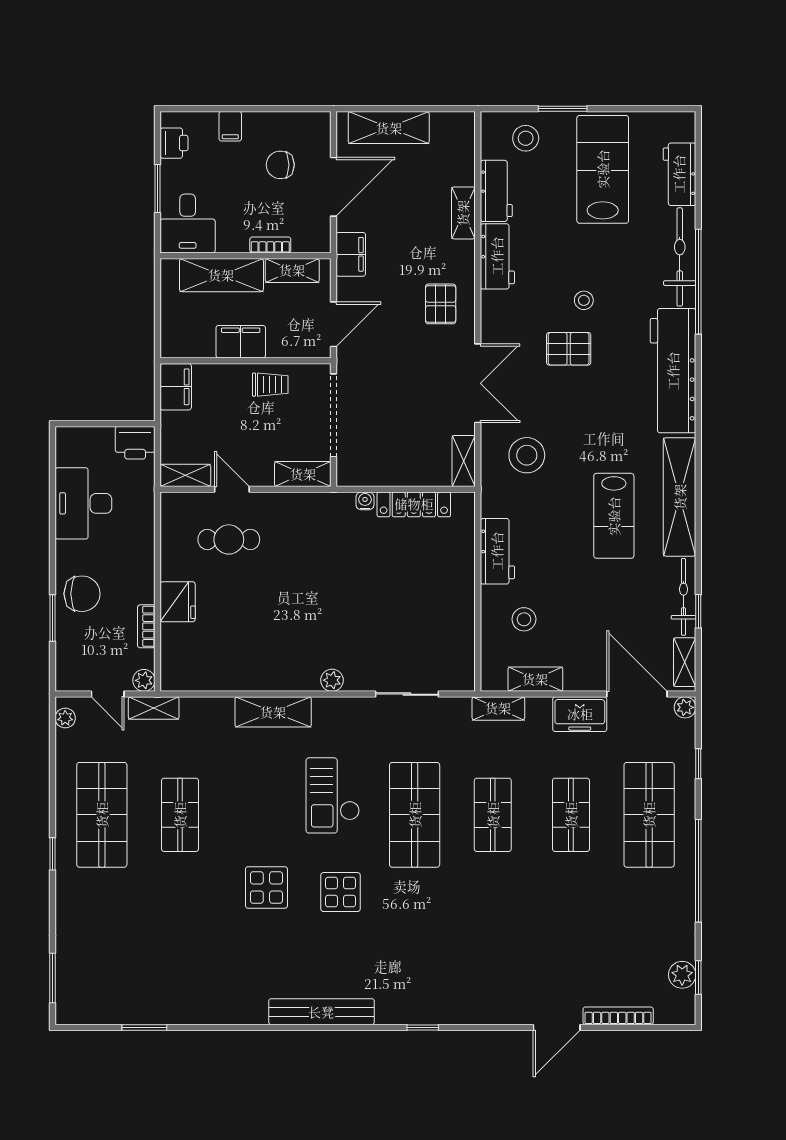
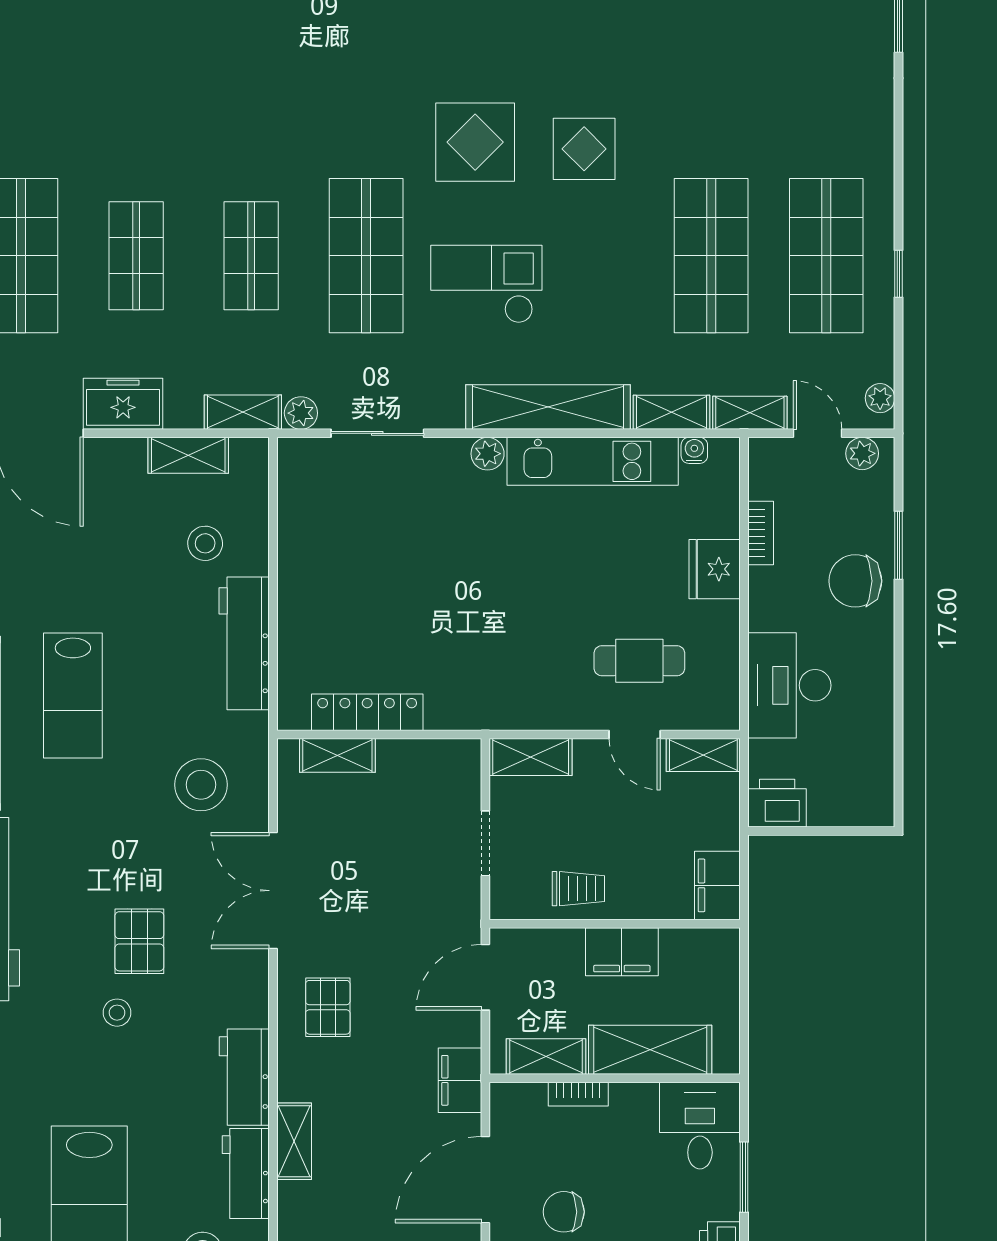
chair: (280, 165) -> (564, 1212), turned 180
pallet: (569, 349) -> (139, 941), turned 90
trolley: (270, 385) -> (578, 889), turned 180
doorway: (333, 415) -> (485, 843), width x0.53
shelving: (464, 461) -> (337, 755), moved, turned 90
water cooler: (365, 501) -> (694, 450), moved, turned 180
desk: (83, 503) -> (789, 685), moved, turned 180
lab bench: (614, 516) -> (73, 696), turned 180
workbench: (497, 551) -> (244, 643), width x1.38
kitchen unit: (261, 675) -> (593, 461), added
plant: (144, 680) -> (862, 453), moved
shelving: (207, 708) -> (671, 412), added
plant: (459, 708) -> (301, 413), added
shelving: (273, 712) -> (548, 407), width x1.47
checkout: (333, 795) -> (486, 284), turned -90
shop shelf: (180, 815) -> (711, 256), width x1.43, depth x1.36
window: (53, 854) -> (899, 274), moved
display table: (340, 892) -> (475, 142), width x1.36, depth x1.36

